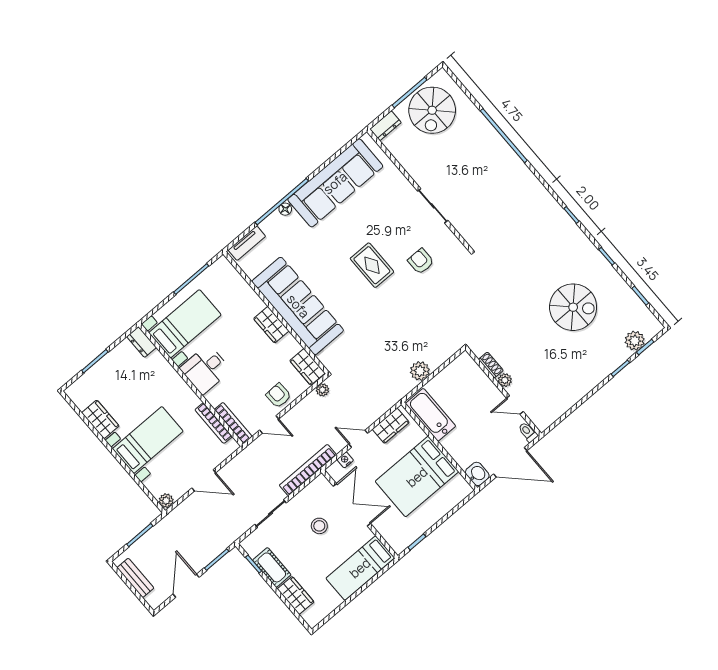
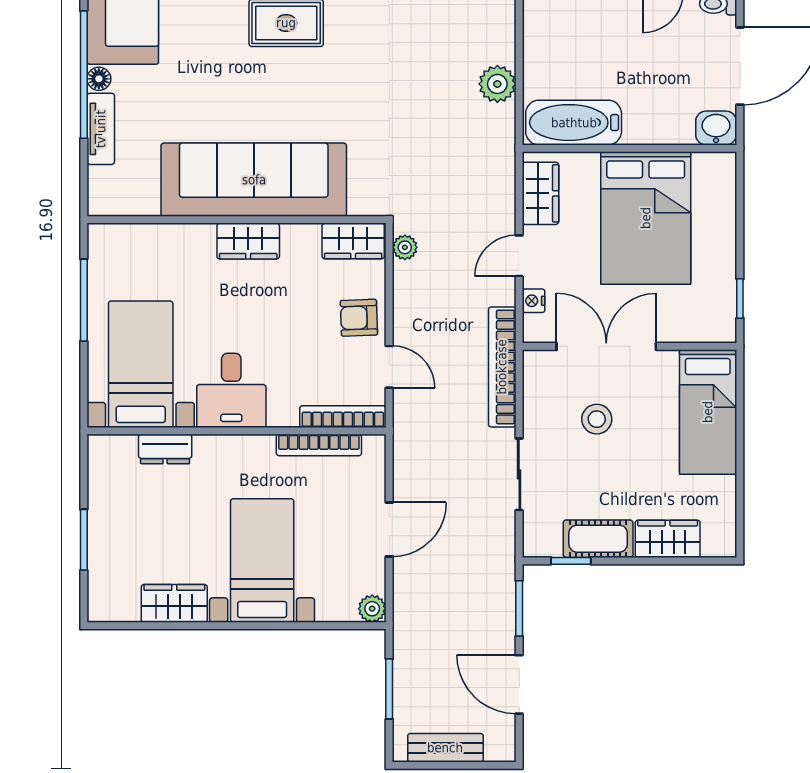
tv unit: (247, 243) -> (101, 129), moved
dresser: (142, 342) -> (165, 449), moved
door: (269, 425) -> (389, 367), hinge flipped

